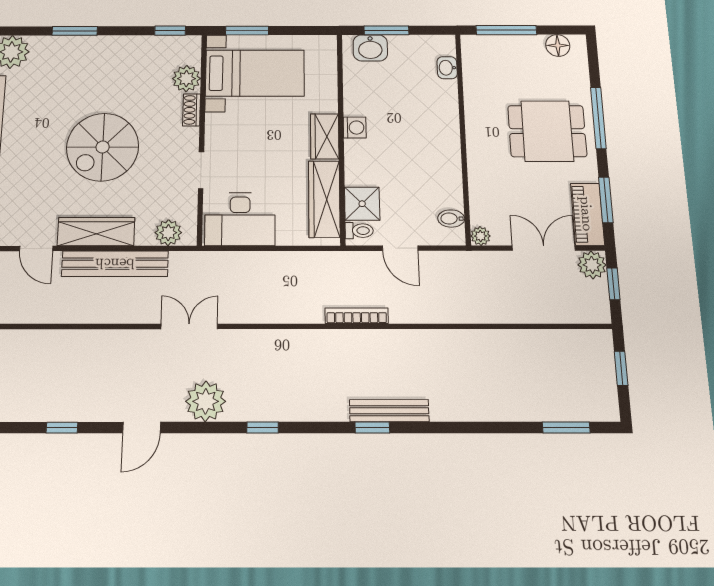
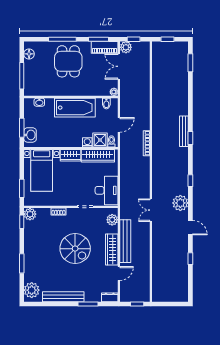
bed with nightstands: (255, 73) -> (42, 170), moved, turned 180
plant: (186, 79) -> (30, 214), moved
washing machine: (355, 128) -> (87, 142), moved
bathtub: (438, 146) -> (75, 108), added

